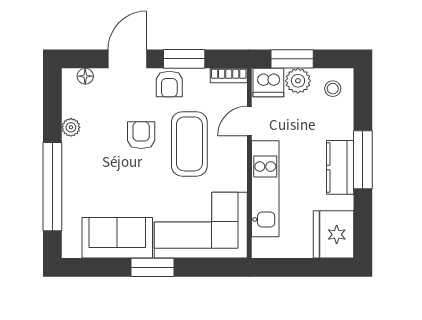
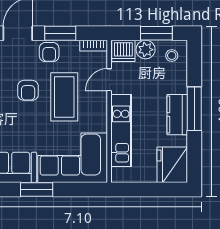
window: (292, 59) -> (156, 33), moved
armchair: (141, 135) -> (28, 90), turned 180

